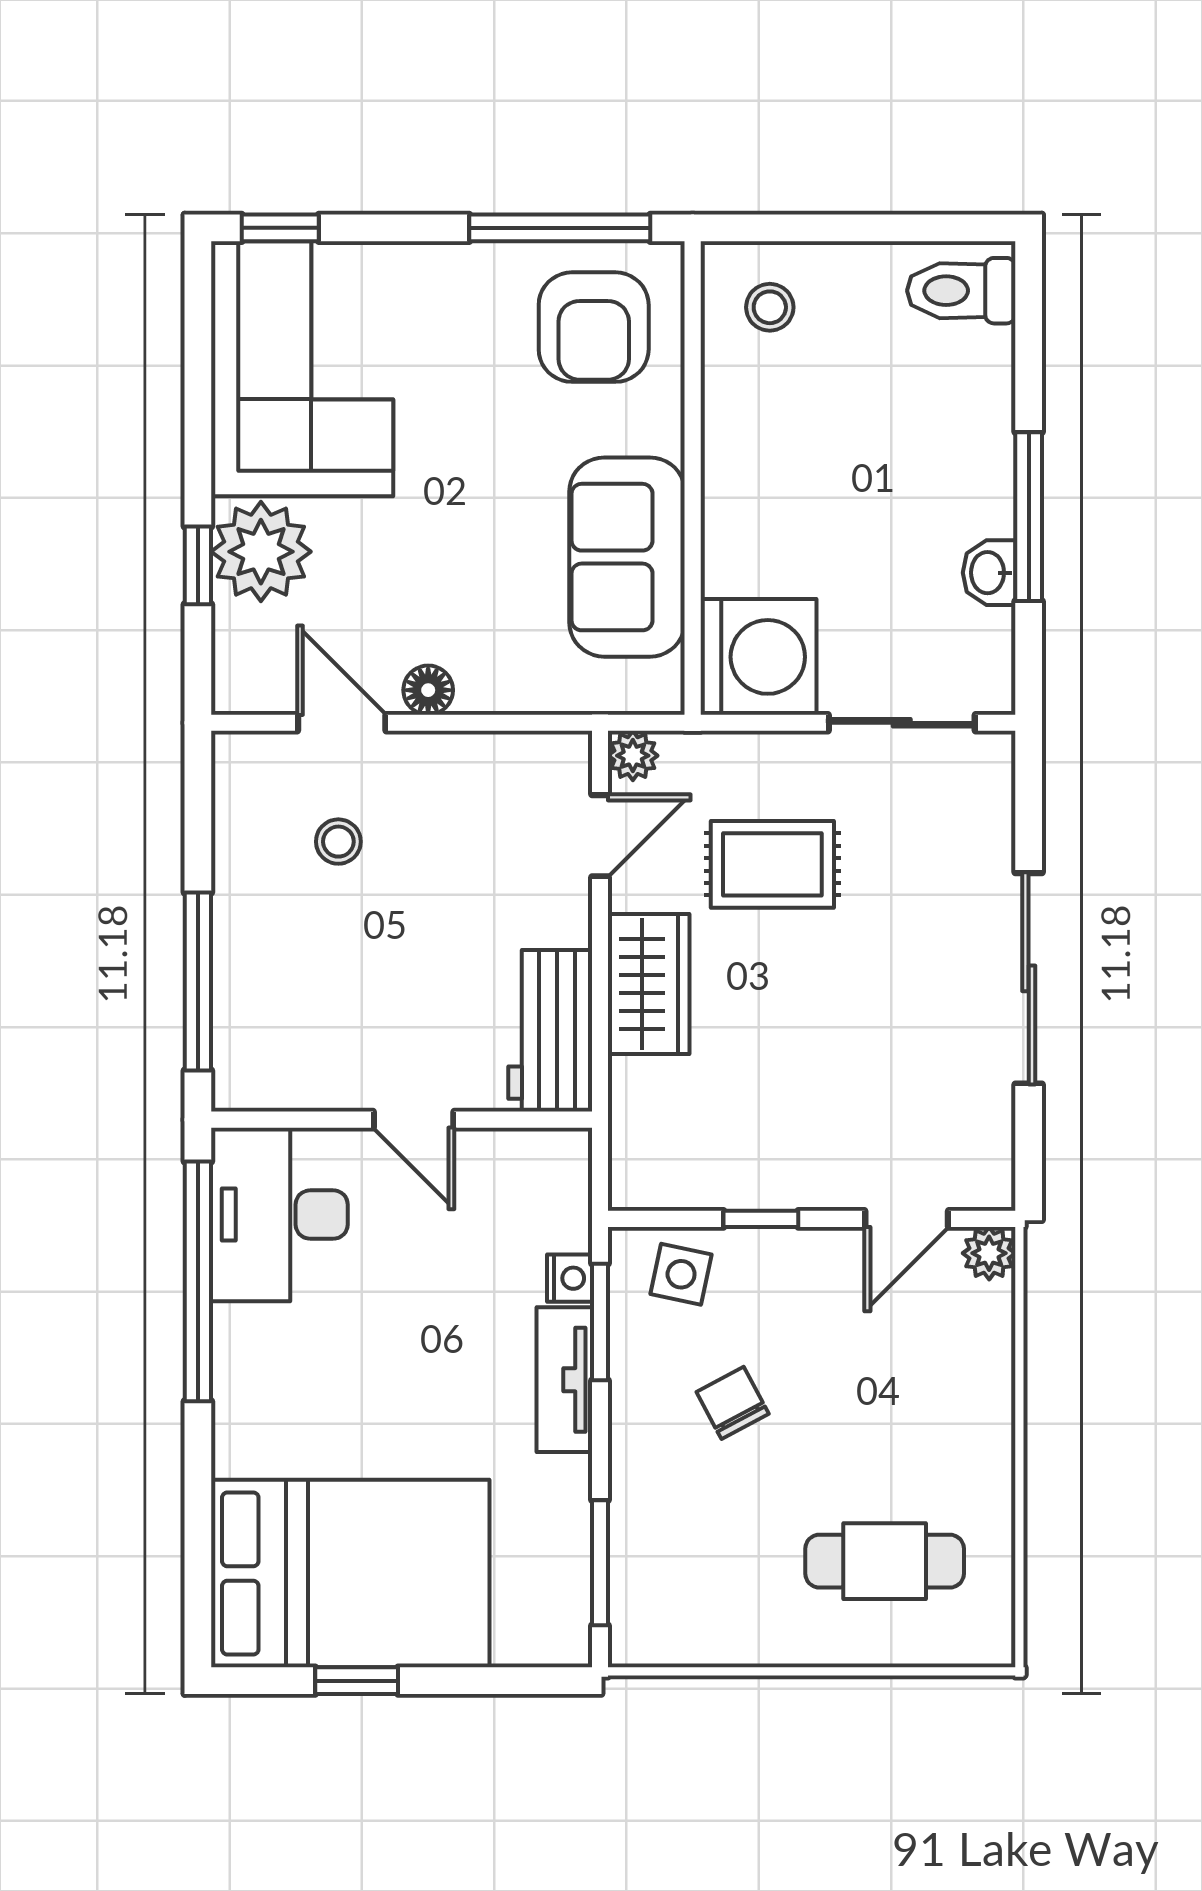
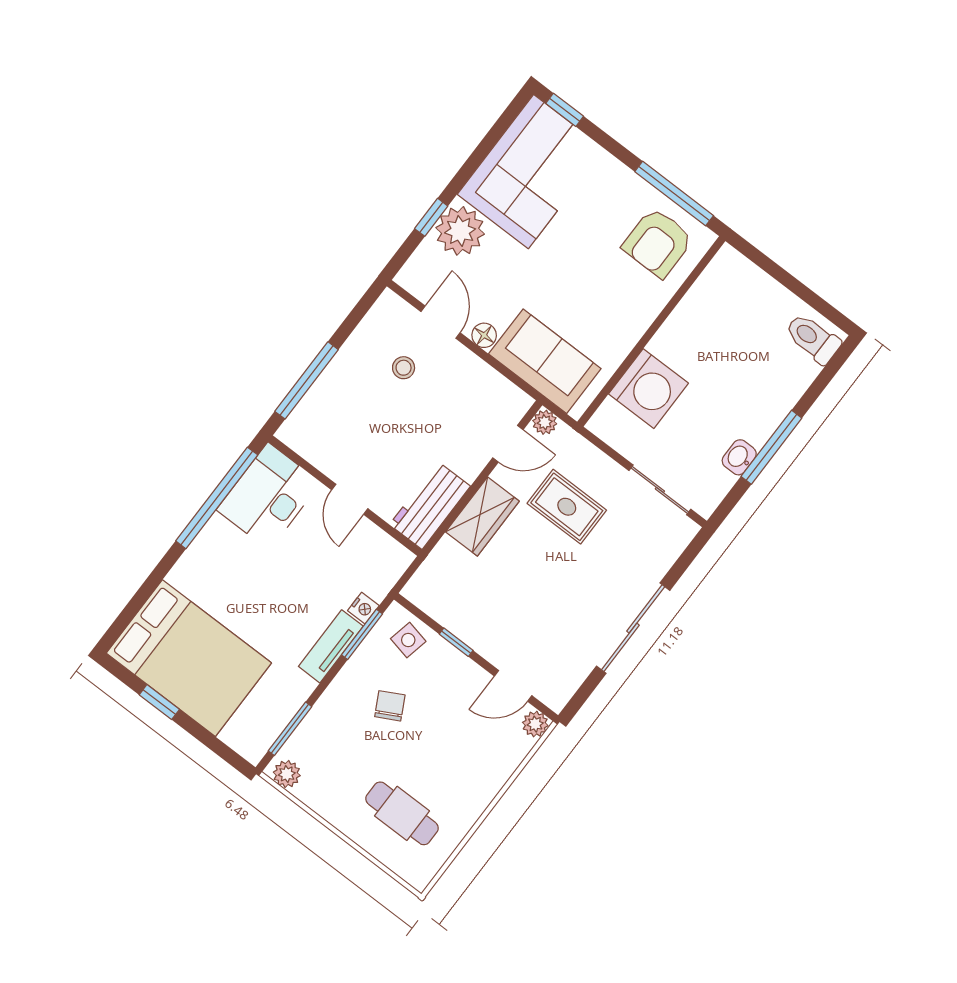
stool: (770, 307) -> (733, 288), removed
sofa: (627, 557) -> (545, 361), moved, turned 90
washing machine: (758, 657) -> (648, 389), moved
plant: (651, 1640) -> (287, 774), added

